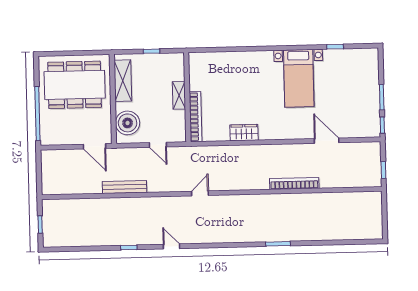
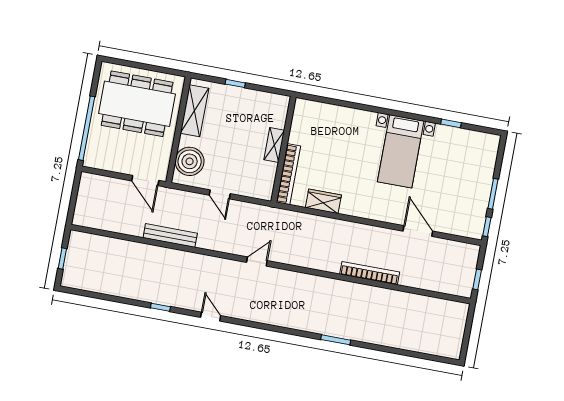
shelving: (179, 95) -> (274, 145), moved
wall: (187, 97) -> (284, 149), moved
bookcase: (196, 117) -> (288, 174), moved

